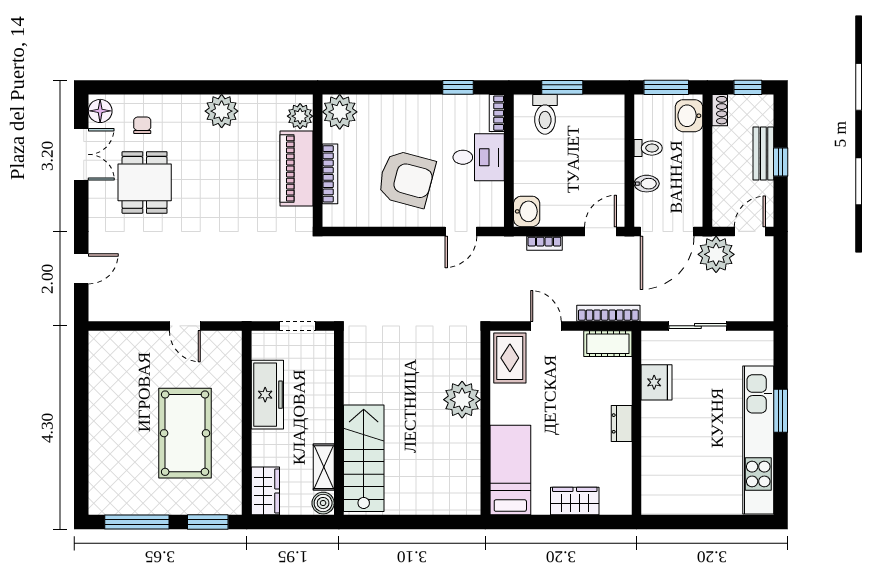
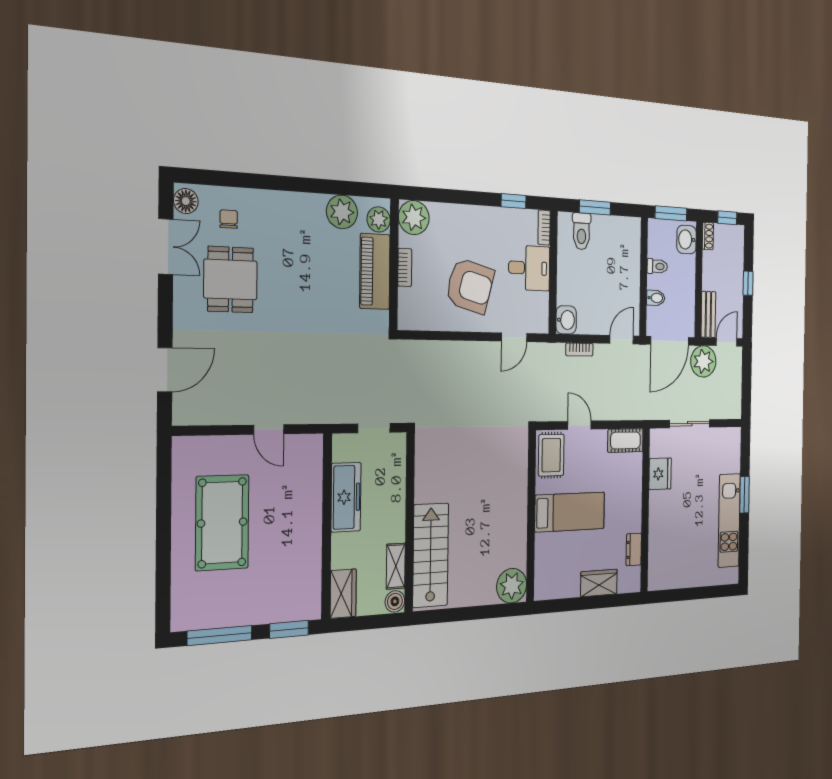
plant: (222, 111) -> (342, 212), moved
bench: (763, 154) -> (708, 314), moved
bookcase: (330, 174) -> (405, 267), width x0.64
door: (81, 269) -> (165, 370), width x1.38
bookcase: (608, 313) -> (626, 413), removed
plant: (462, 400) -> (512, 586), moved
dresser: (622, 423) -> (634, 549), moved
pool table: (185, 433) -> (222, 523), moved
kitchen unit: (758, 440) -> (729, 520), width x0.73
bed: (510, 470) -> (570, 512), moved, turned 90

